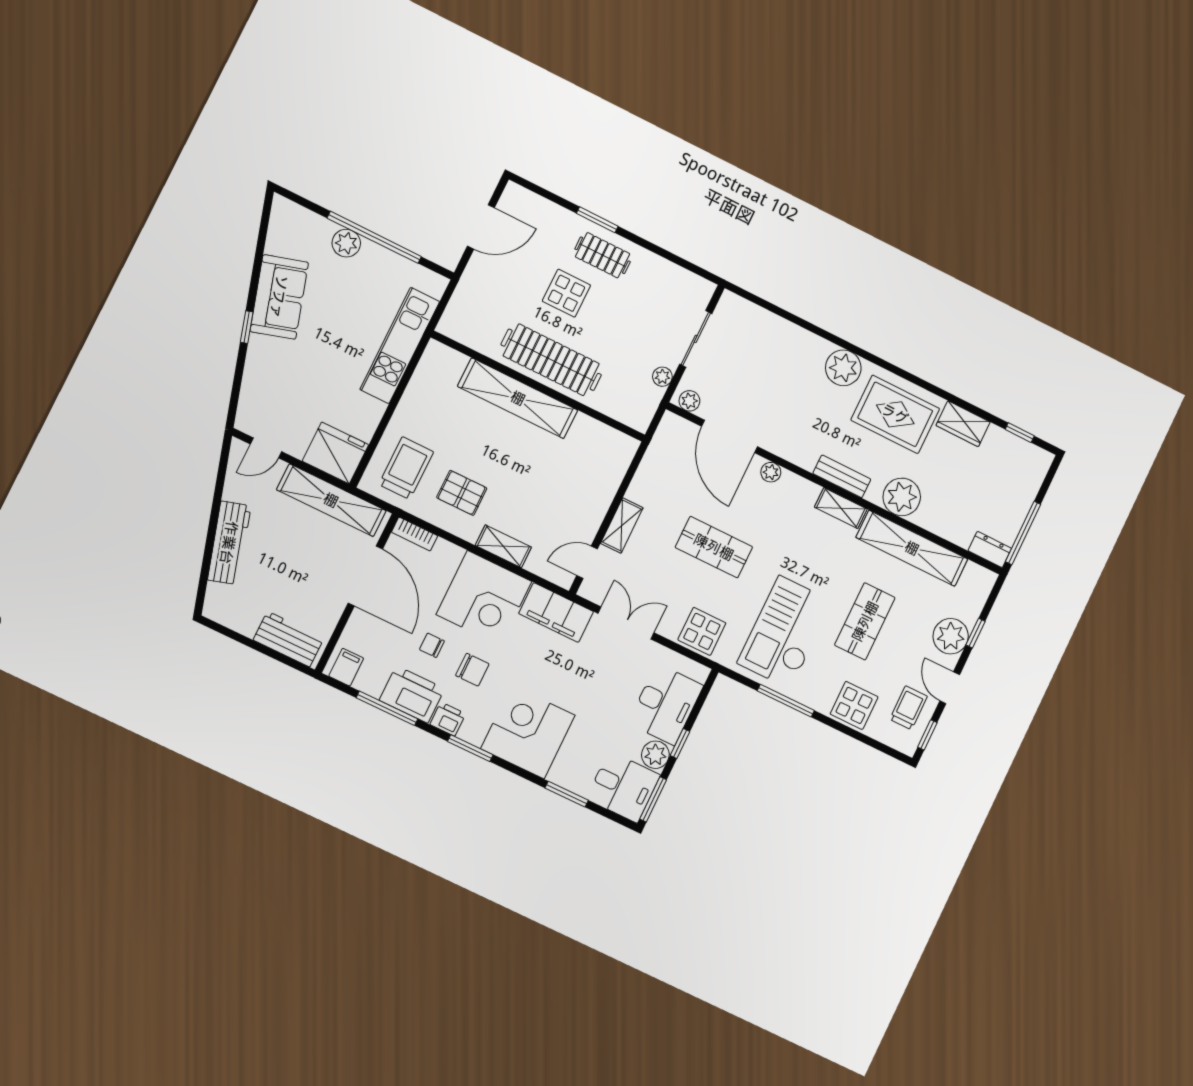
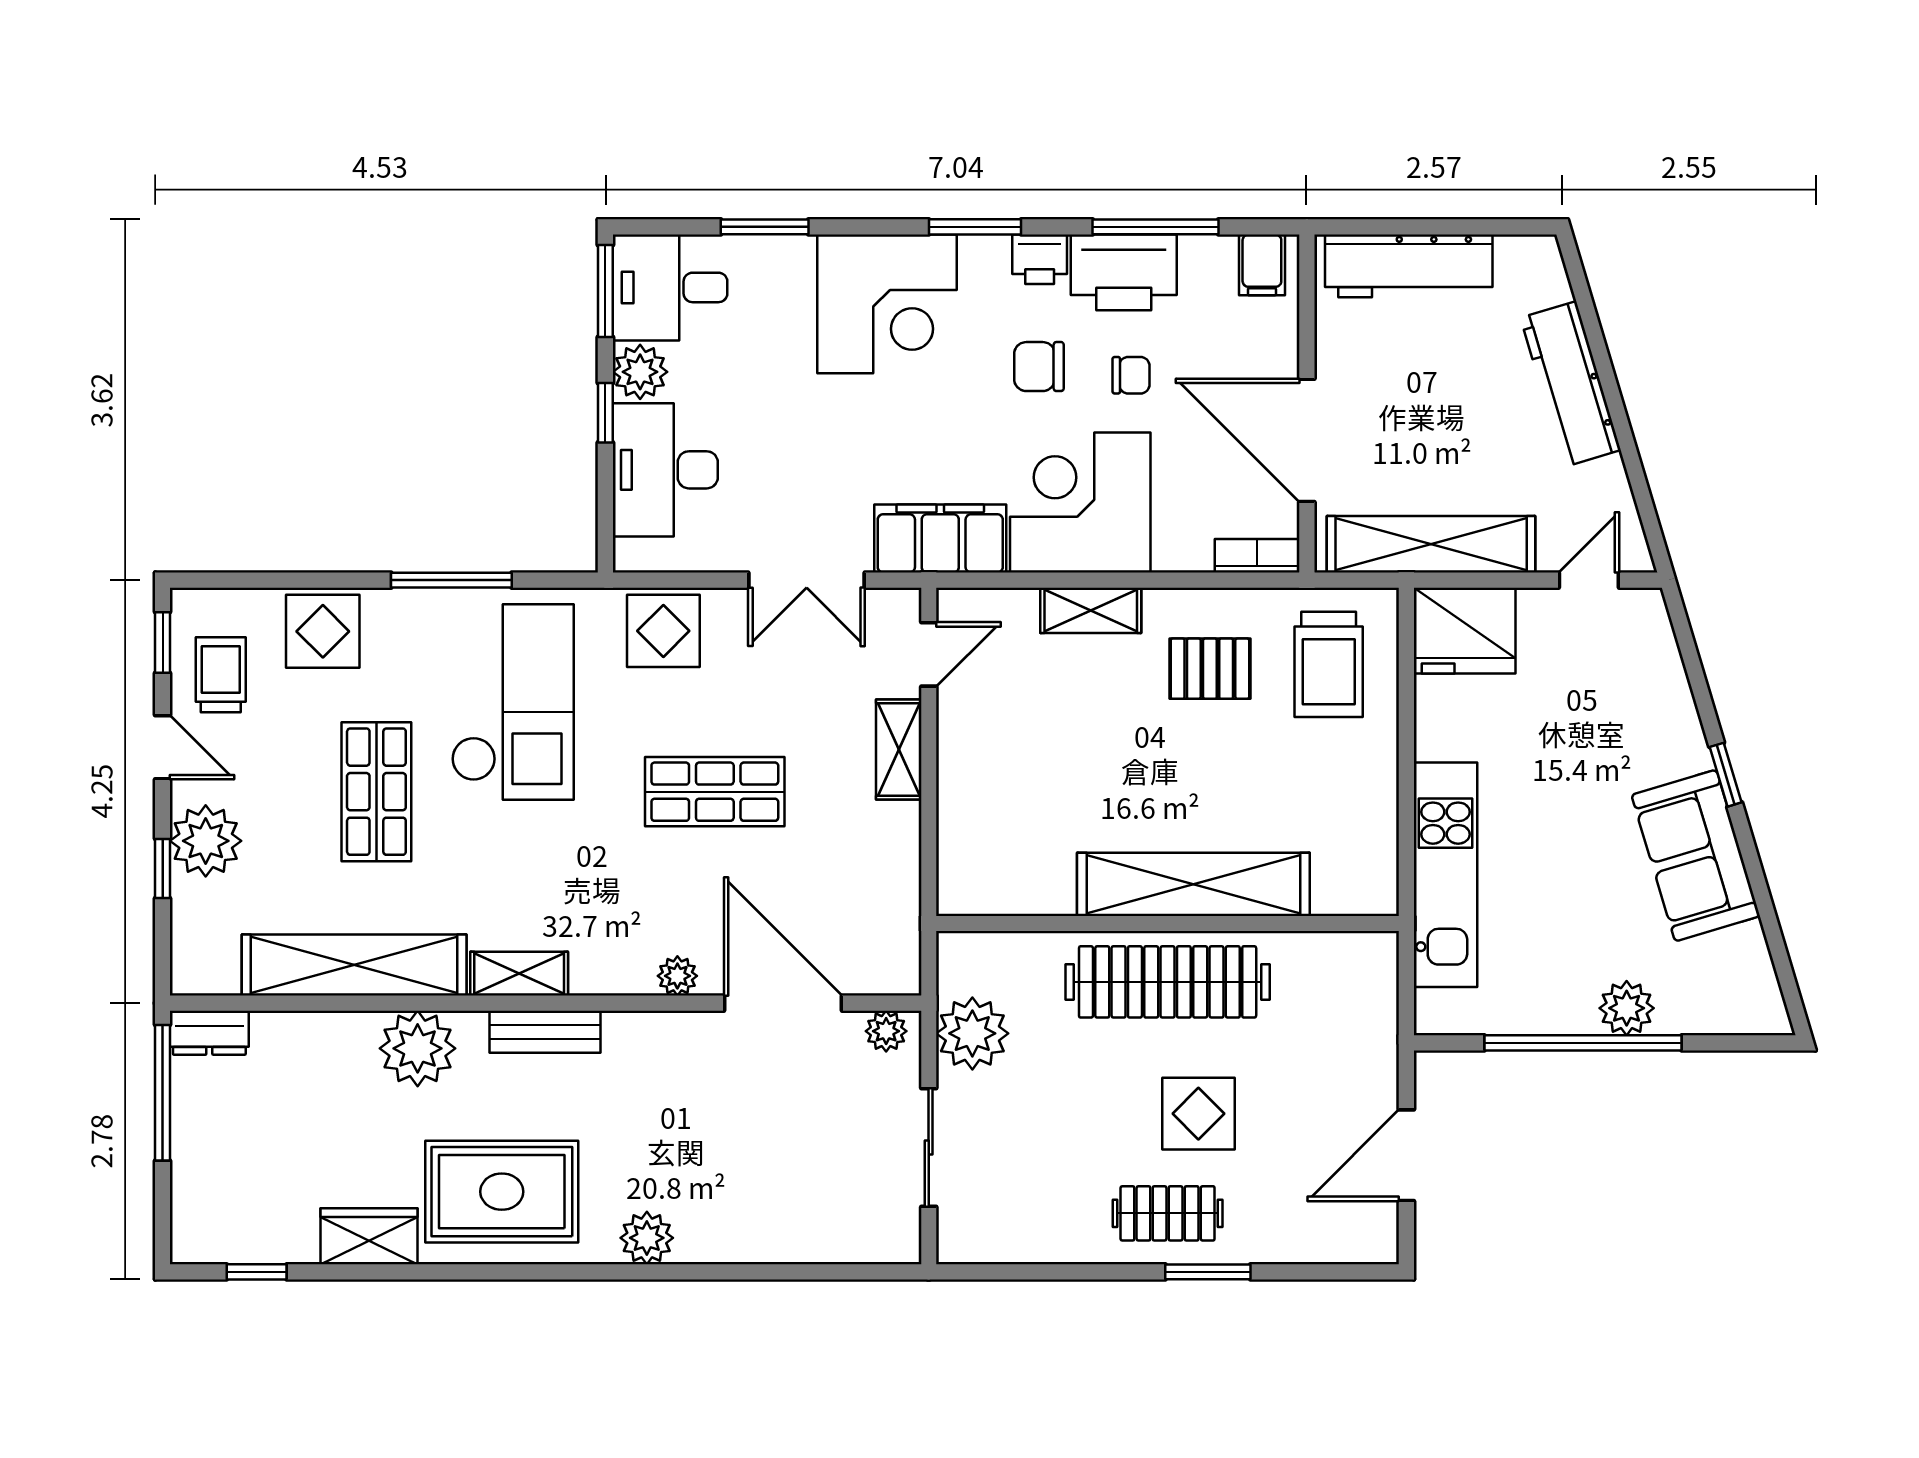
plant: (843, 368) -> (647, 1238), width x0.73, depth x0.73
plant: (662, 377) -> (972, 1033), width x1.88, depth x1.88
workbench: (289, 639) -> (1409, 266), width x1.38
trolley: (909, 708) -> (221, 675), turned 180

